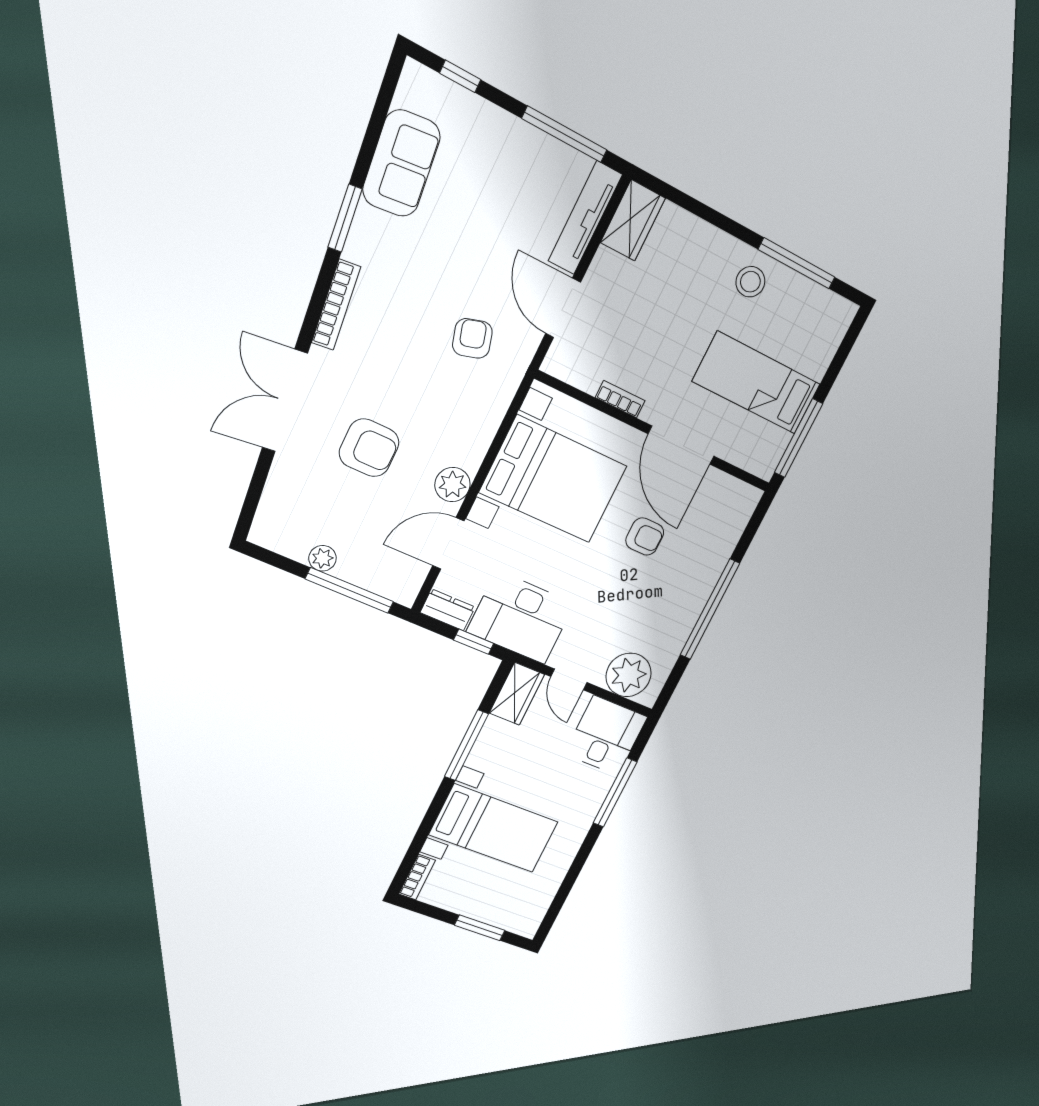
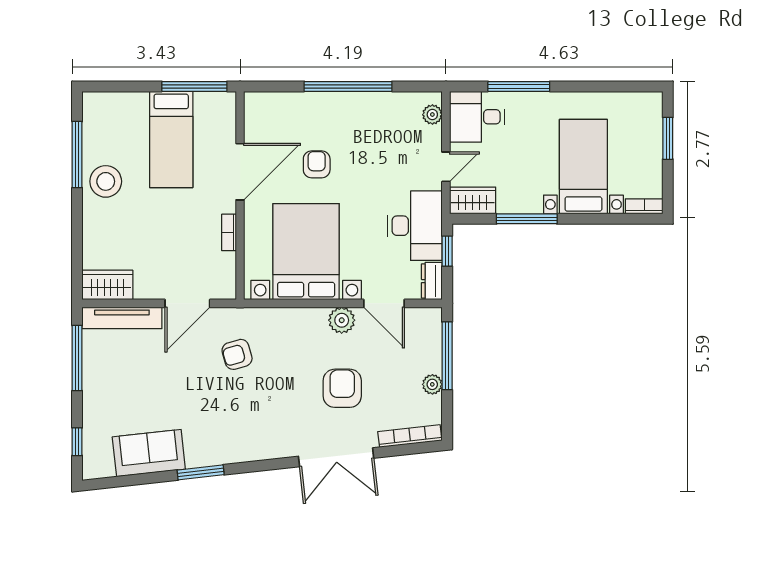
stool: (750, 282) -> (106, 181), width x1.38, depth x1.38
bookcase: (336, 305) -> (410, 436), moved
plant: (629, 675) -> (432, 115), width x0.53, depth x0.53

